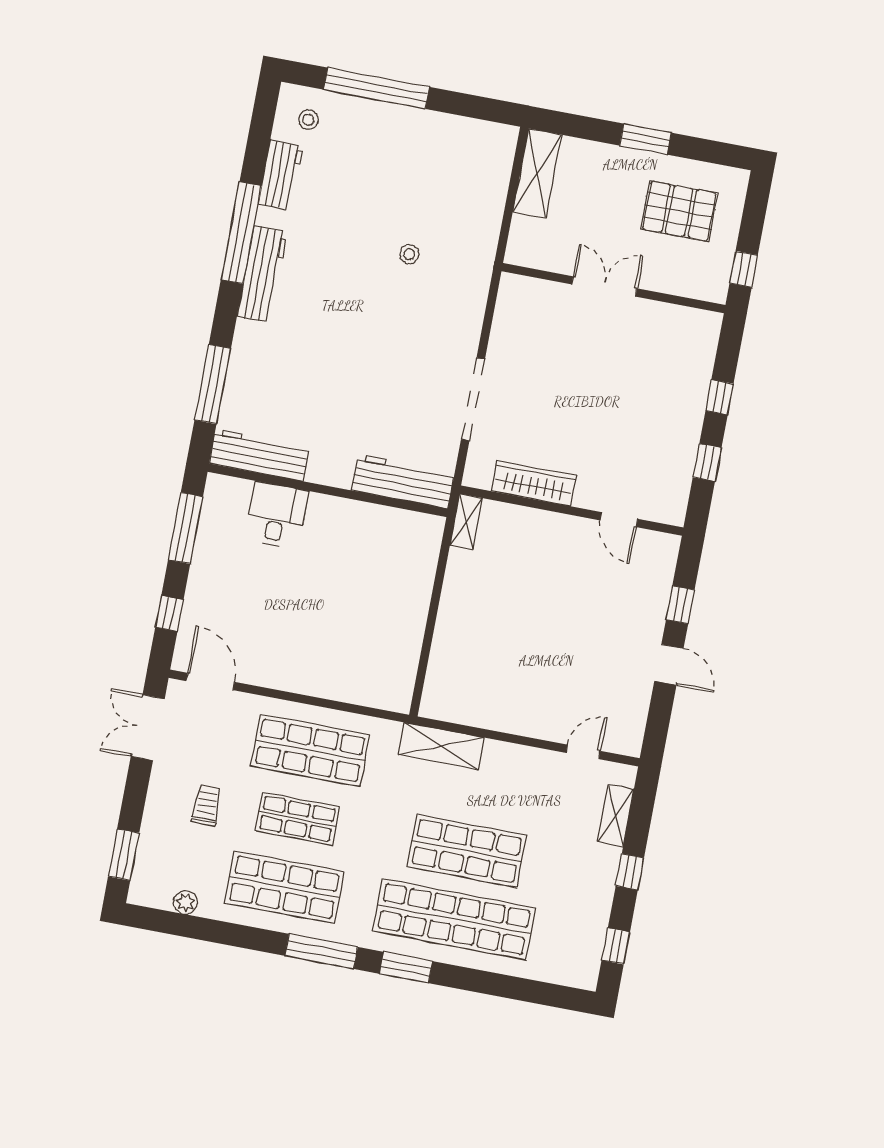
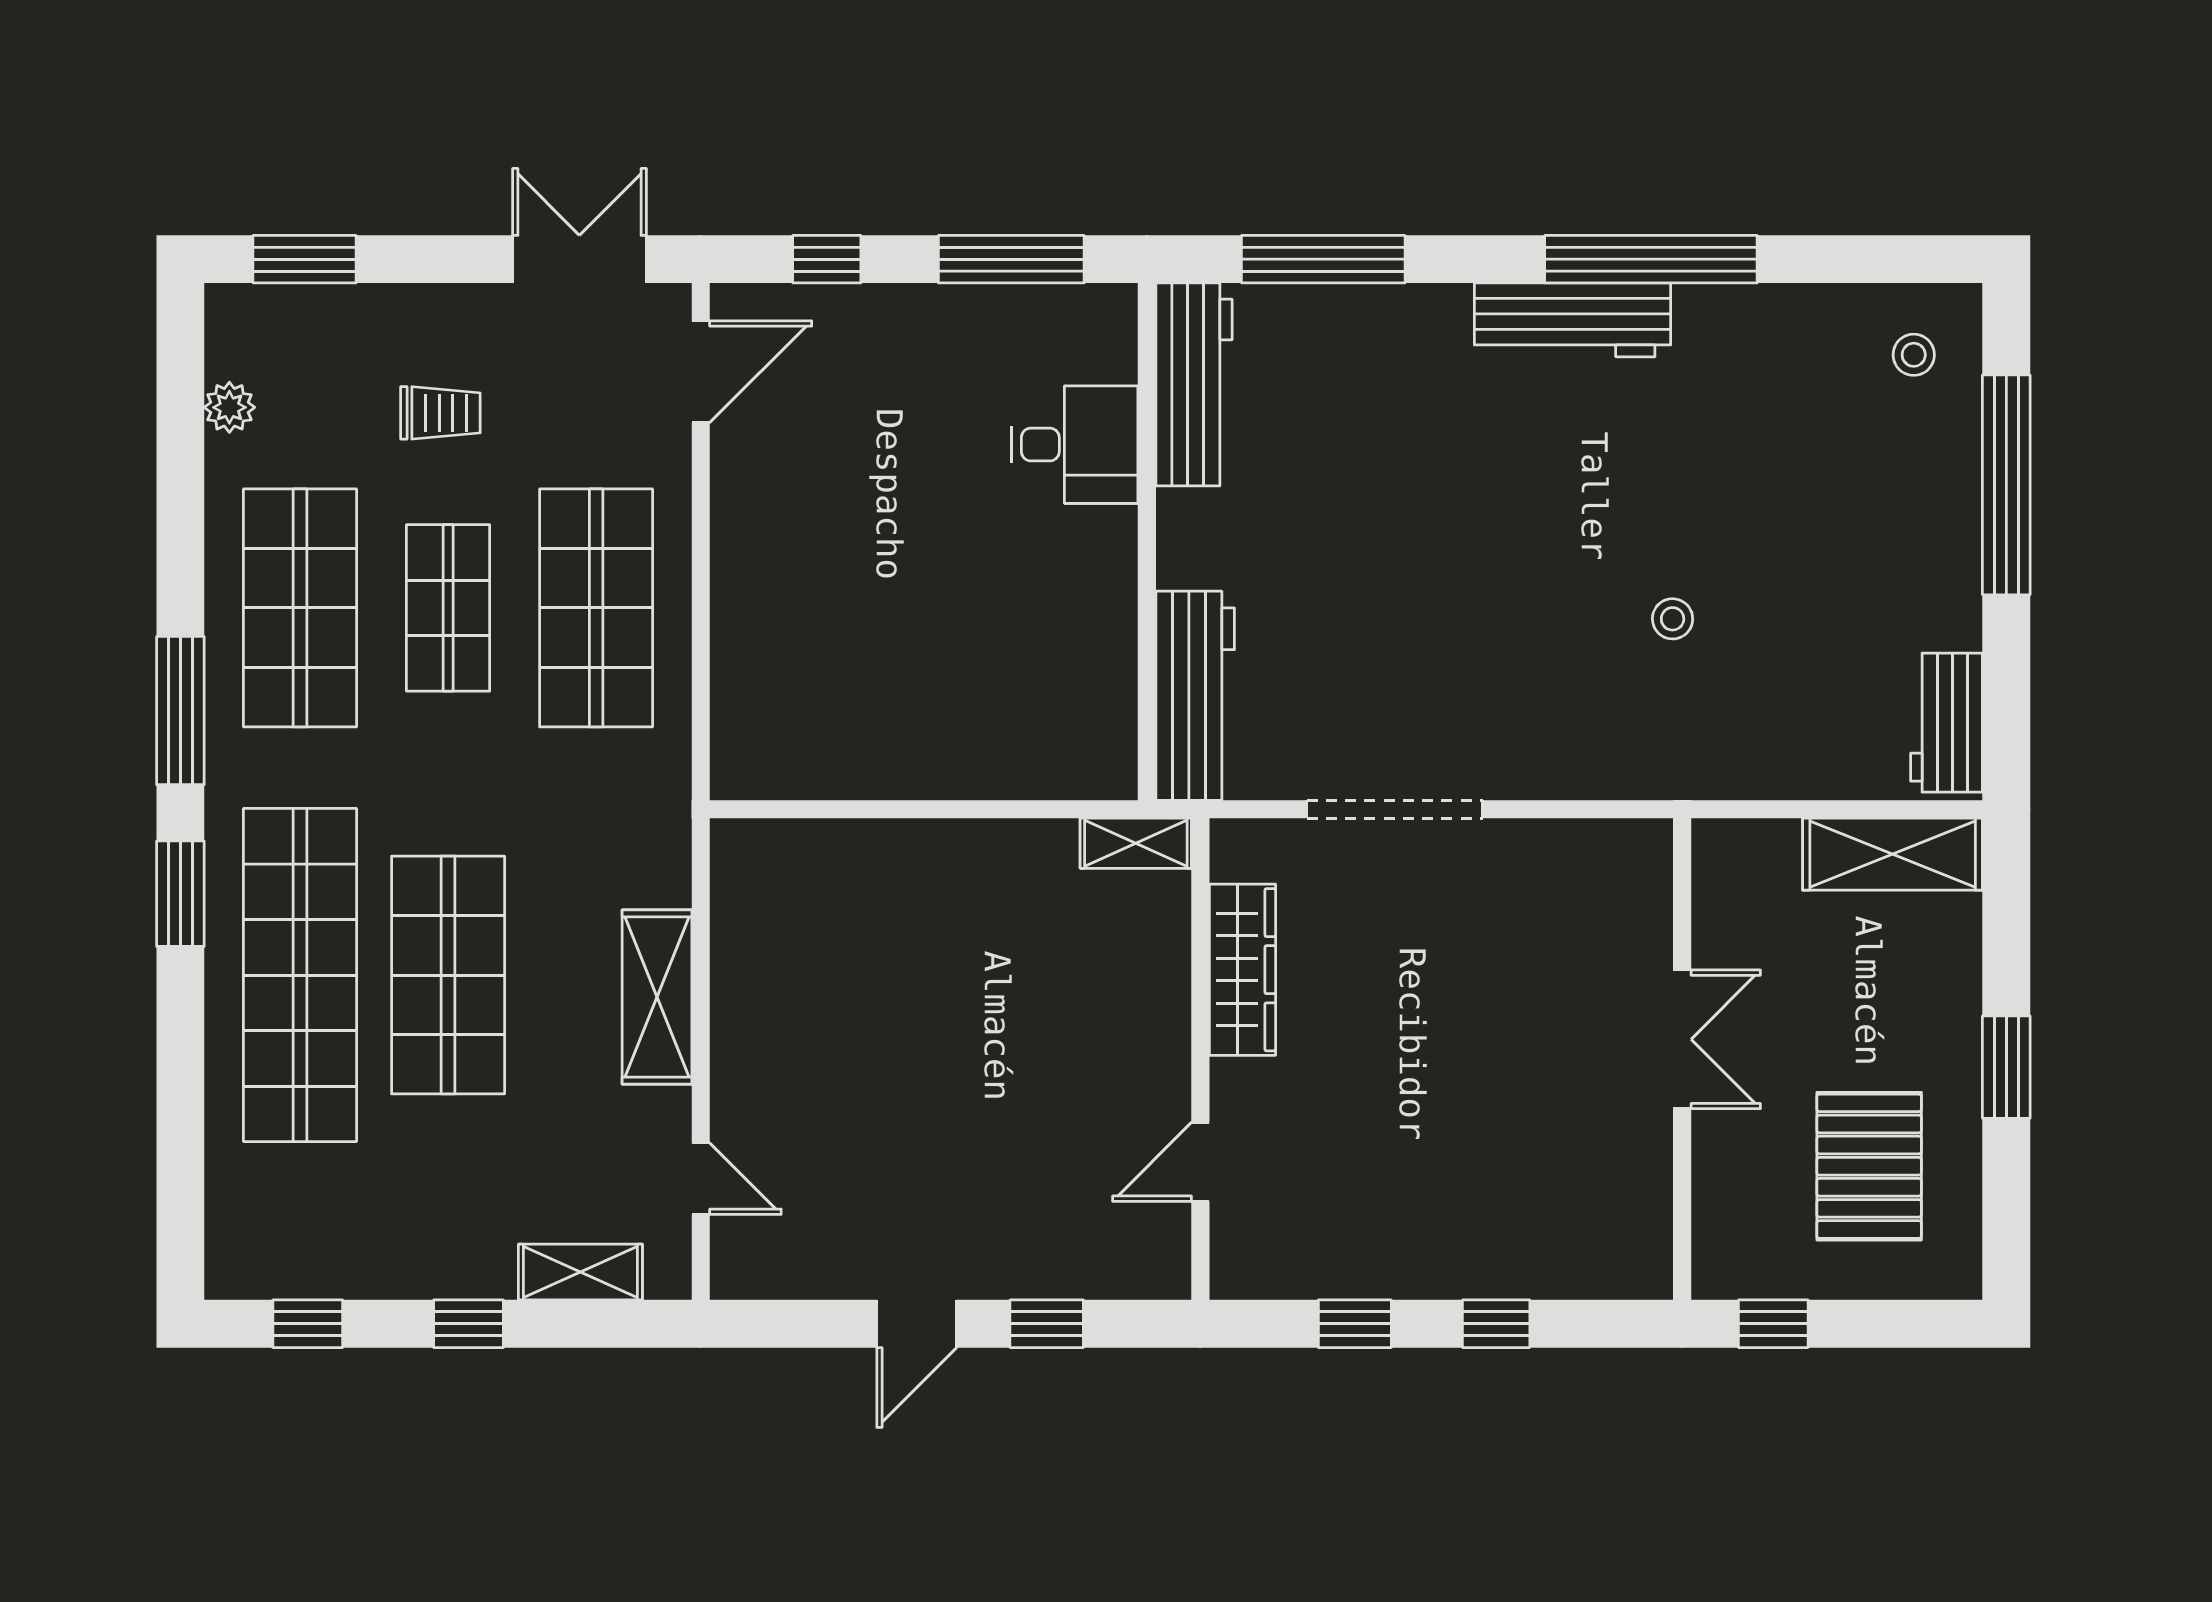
workbench: (281, 175) -> (1947, 723), moved, turned 90
shelving: (441, 746) -> (657, 997), moved

